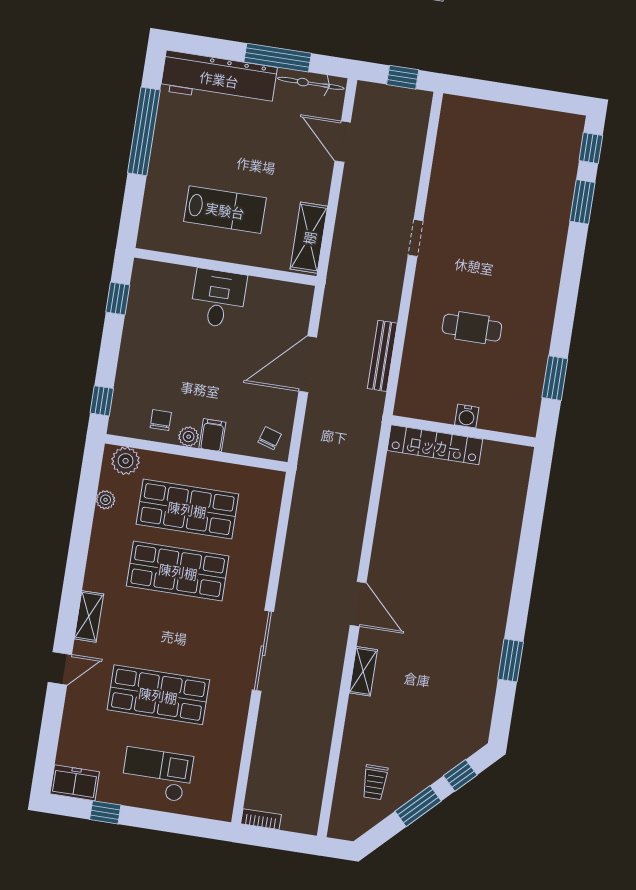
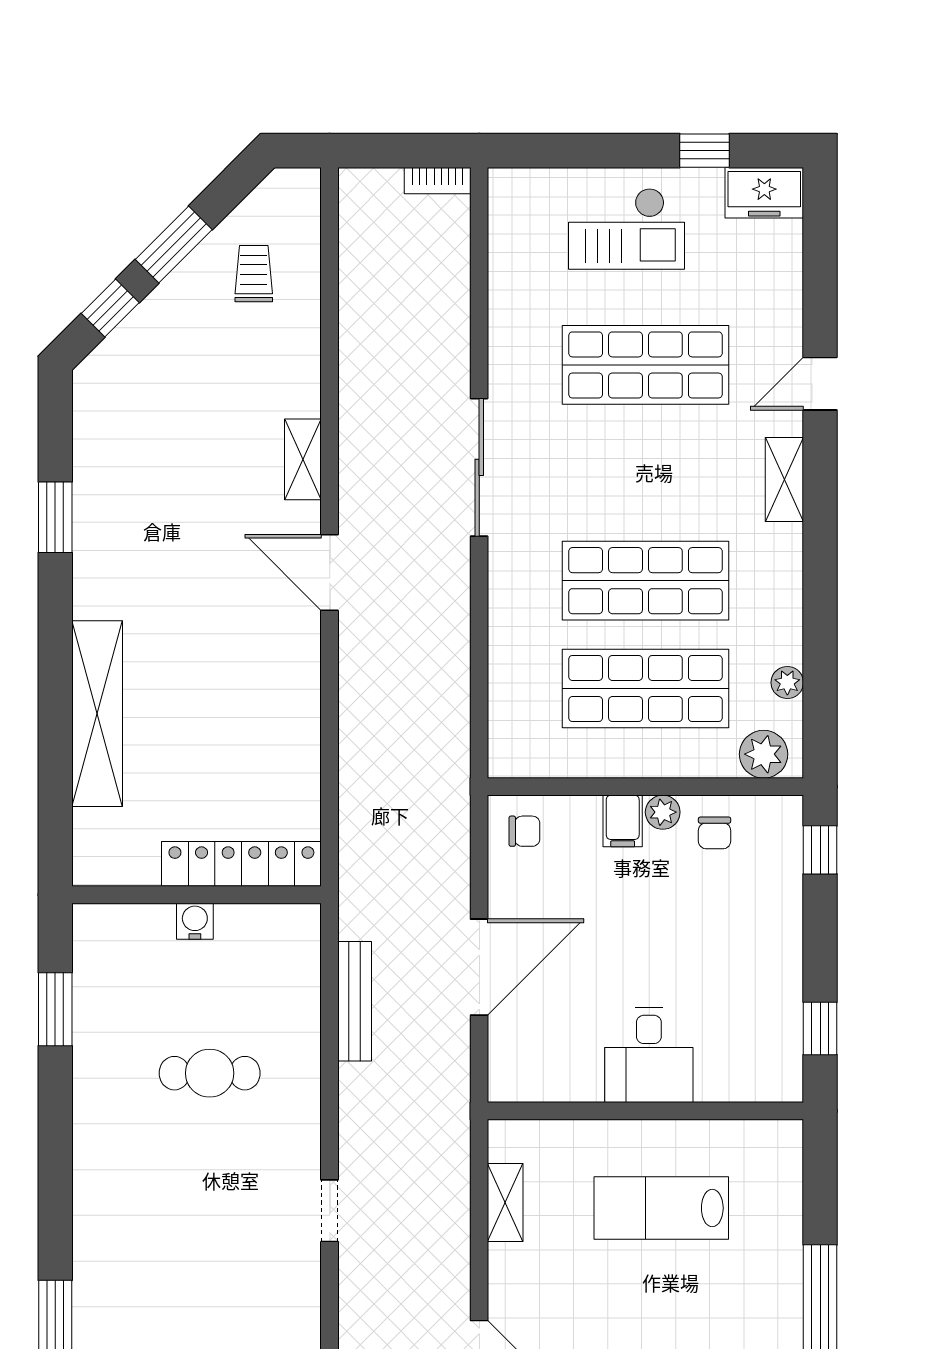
shelving: (309, 238) -> (505, 1202), width x0.67, depth x0.75
chair: (270, 438) -> (524, 831), turned -107
shelving: (504, 544) -> (97, 714), added

